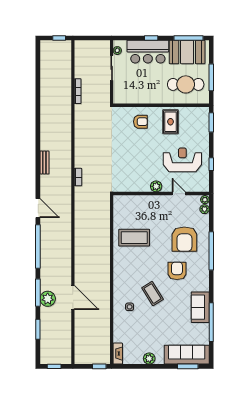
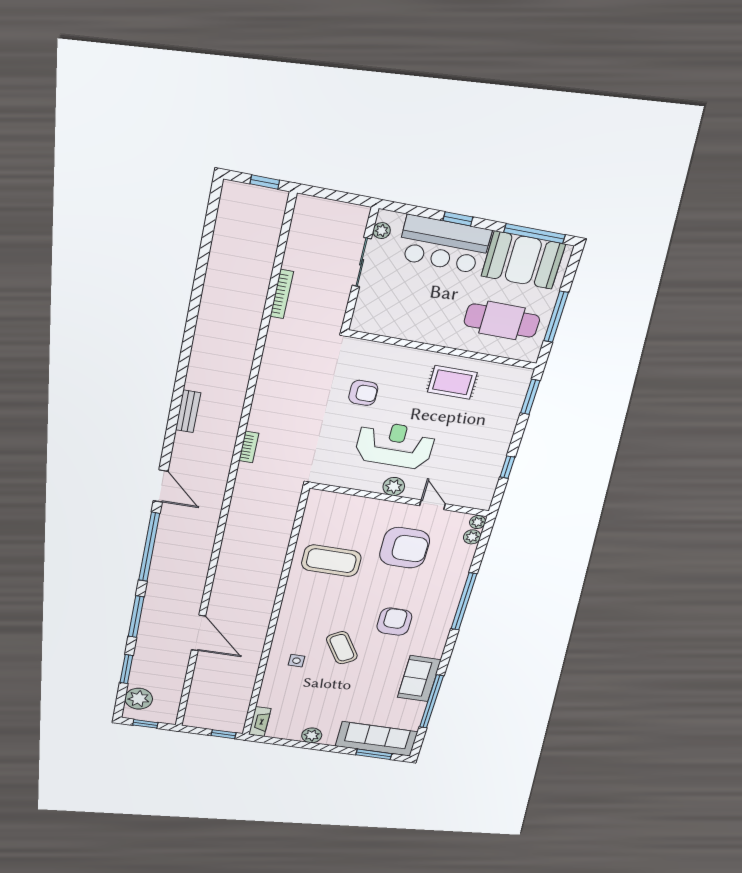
armchair: (140, 122) -> (363, 393), moved
rug: (170, 122) -> (452, 382), turned 90
reception desk: (182, 160) -> (395, 445), moved
armchair: (184, 239) -> (405, 548), moved, turned -90
plant: (48, 299) -> (139, 699), moved

